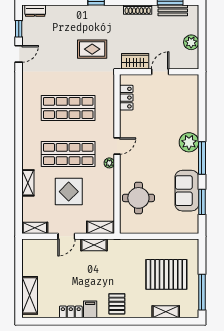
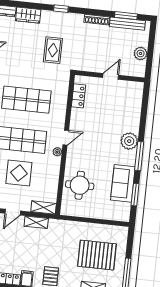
bench: (173, 10) -> (127, 24), width x1.36
rug: (92, 49) -> (53, 50), turned 90
wardrobe: (135, 61) -> (28, 15), moved, turned 180

